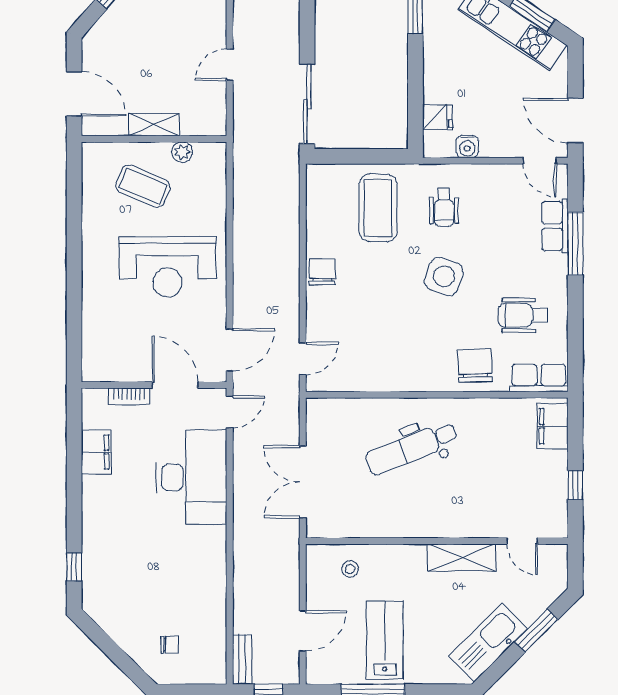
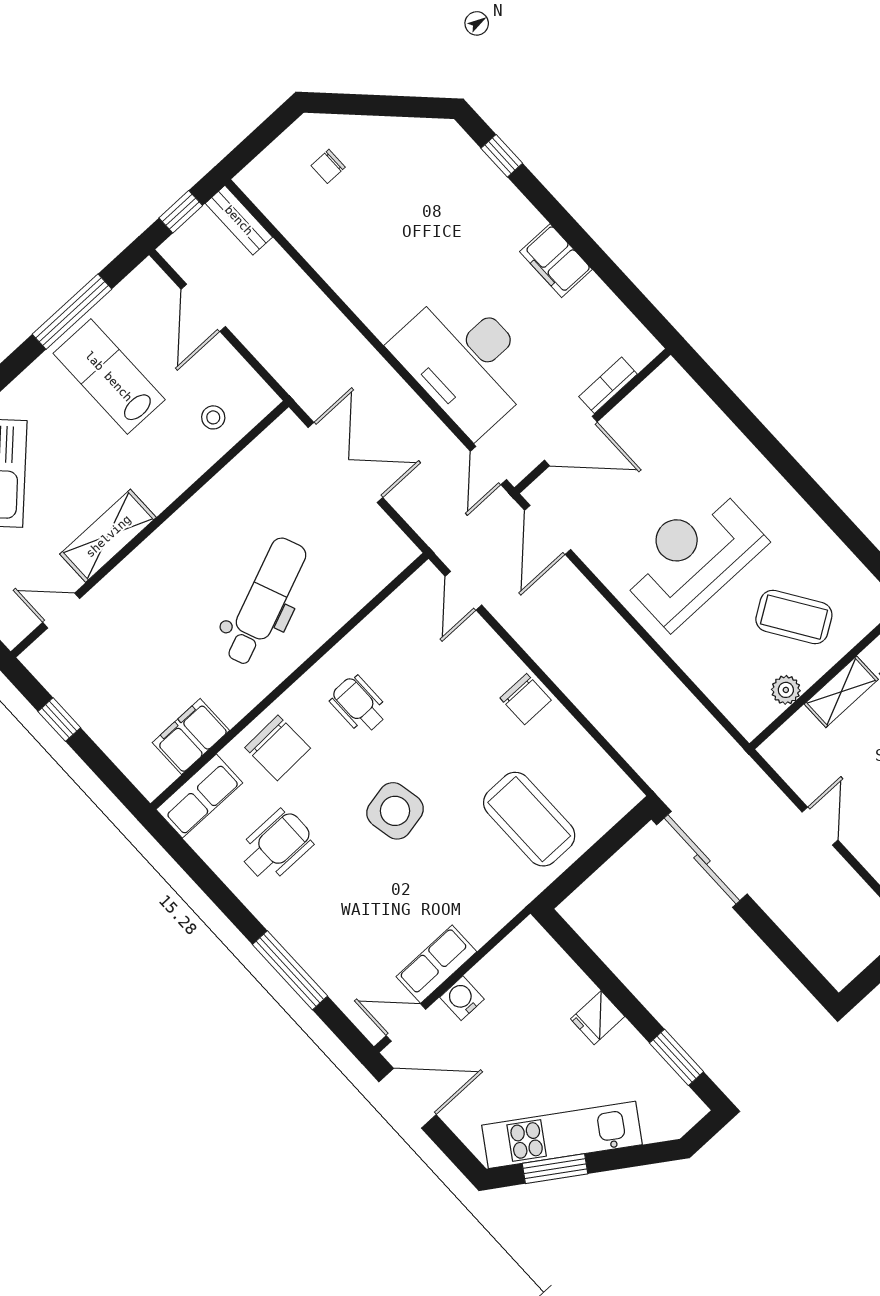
fridge: (437, 117) -> (598, 1018), moved
water cooler: (467, 147) -> (462, 998), moved
coffee table: (143, 186) -> (794, 617), turned 34
wheelchair: (444, 207) -> (359, 705), moved
row of seats: (555, 226) -> (436, 964), moved, turned -90
side table: (444, 276) -> (395, 811), turned -30
filing cabinet: (553, 426) -> (191, 736), moved, turned -90
filing cabinet: (96, 452) -> (556, 261), moved
lab bench: (385, 640) -> (109, 376), turned 180

